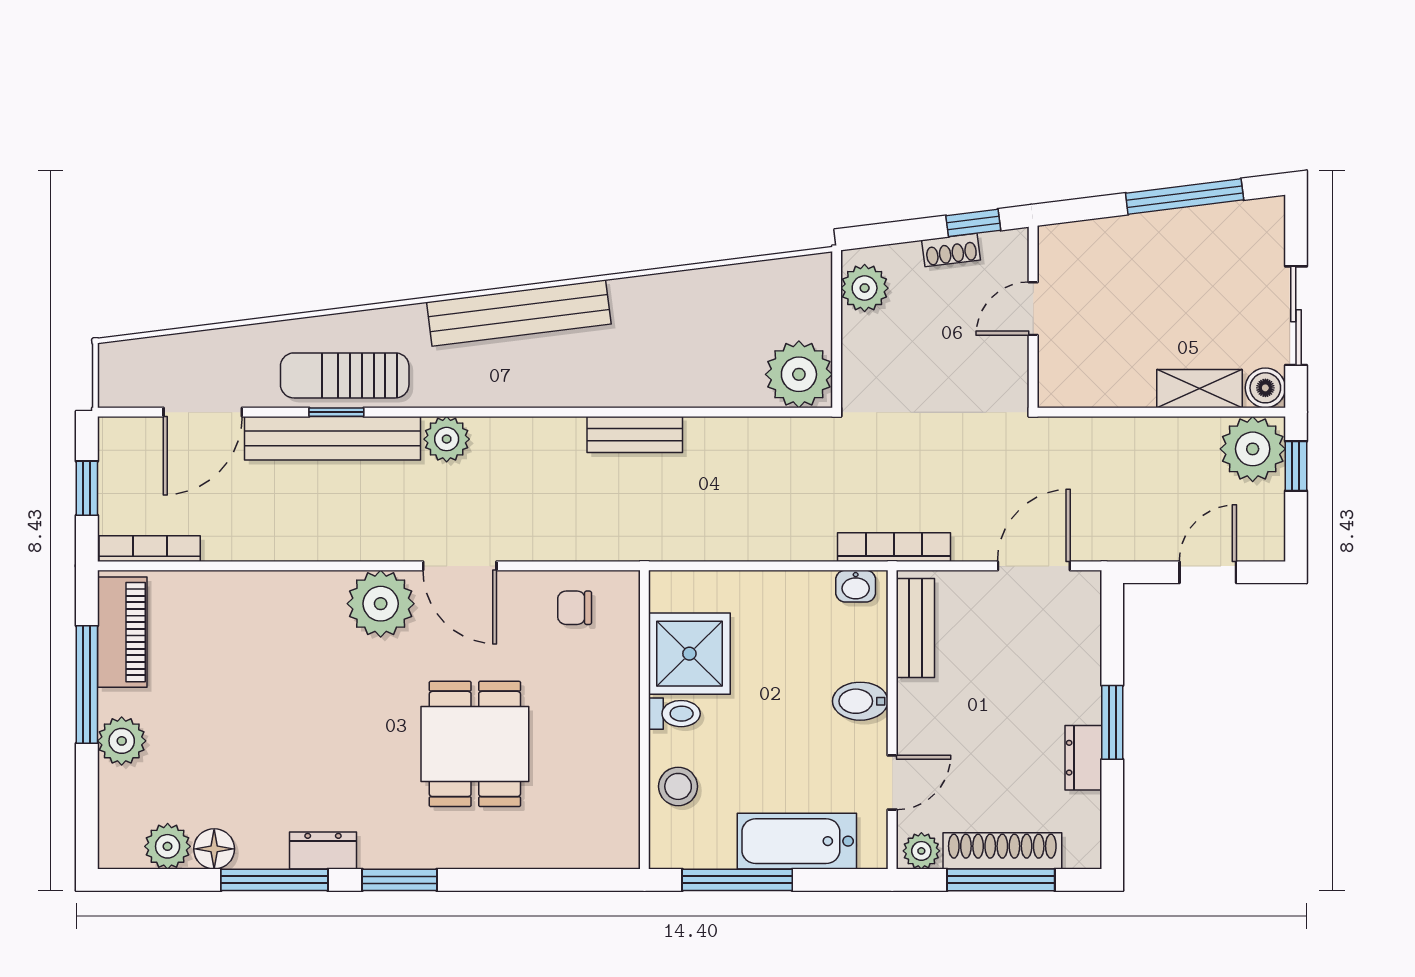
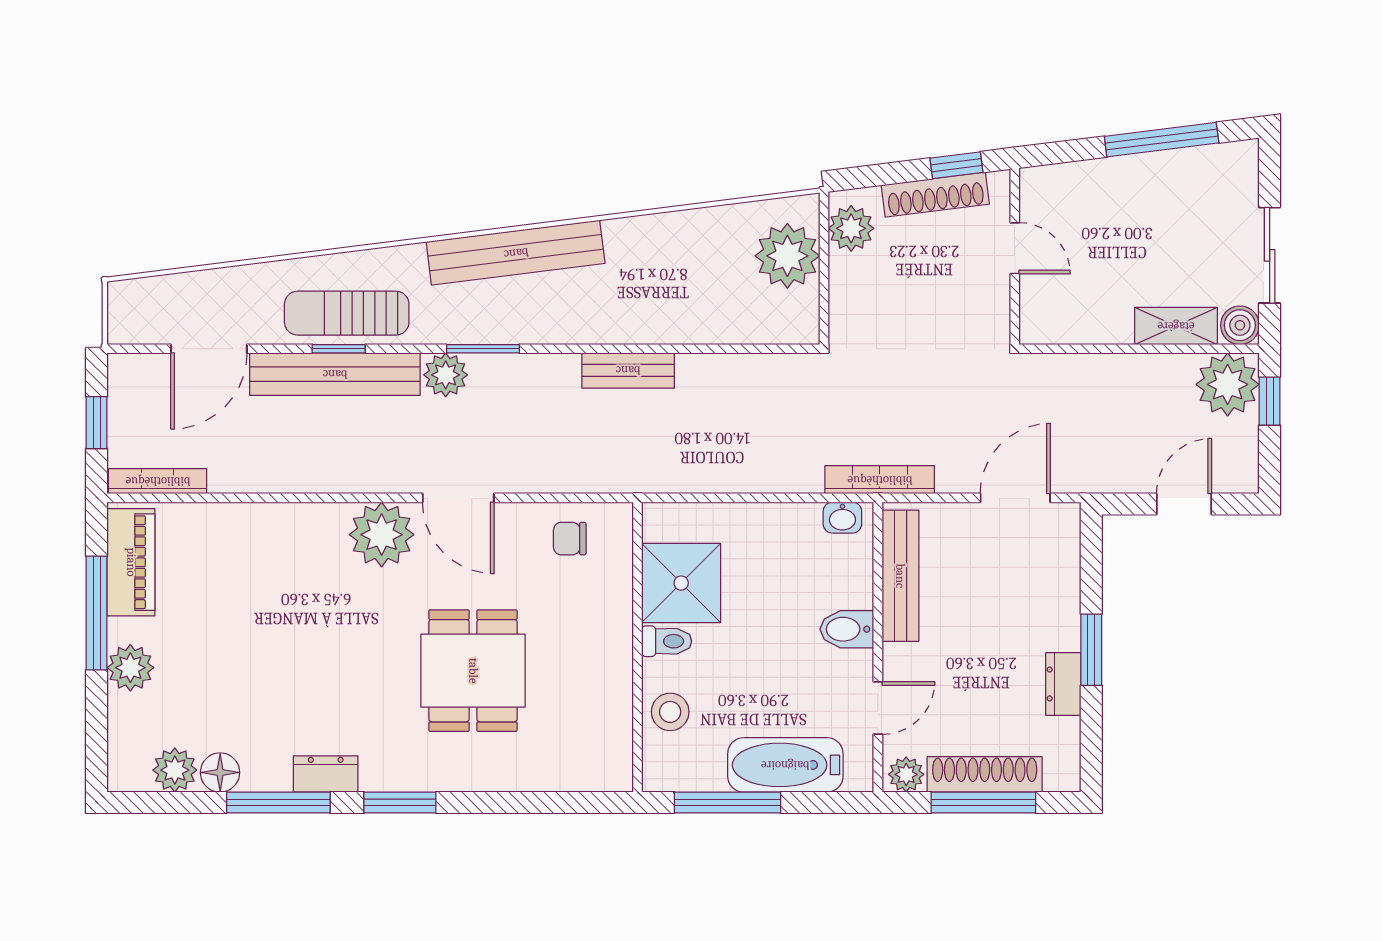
shoe rack: (951, 250) -> (935, 195), width x1.94, depth x1.24
door: (1033, 309) -> (1015, 248), swing flipped
plant: (799, 374) -> (787, 256), moved
window: (485, 412) -> (483, 349), added
bench: (915, 628) -> (900, 576), width x1.36

